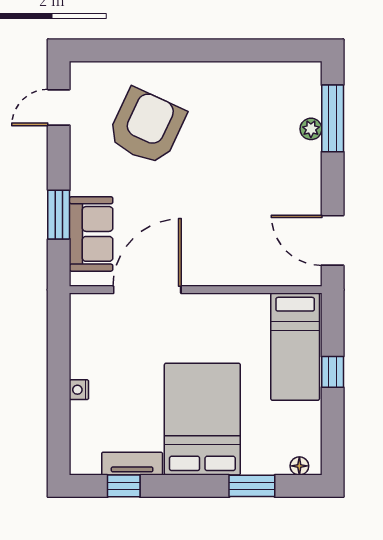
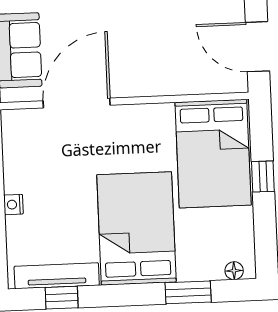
bed: (295, 347) -> (213, 154), width x1.50
tv unit: (132, 464) -> (57, 276), width x1.41

